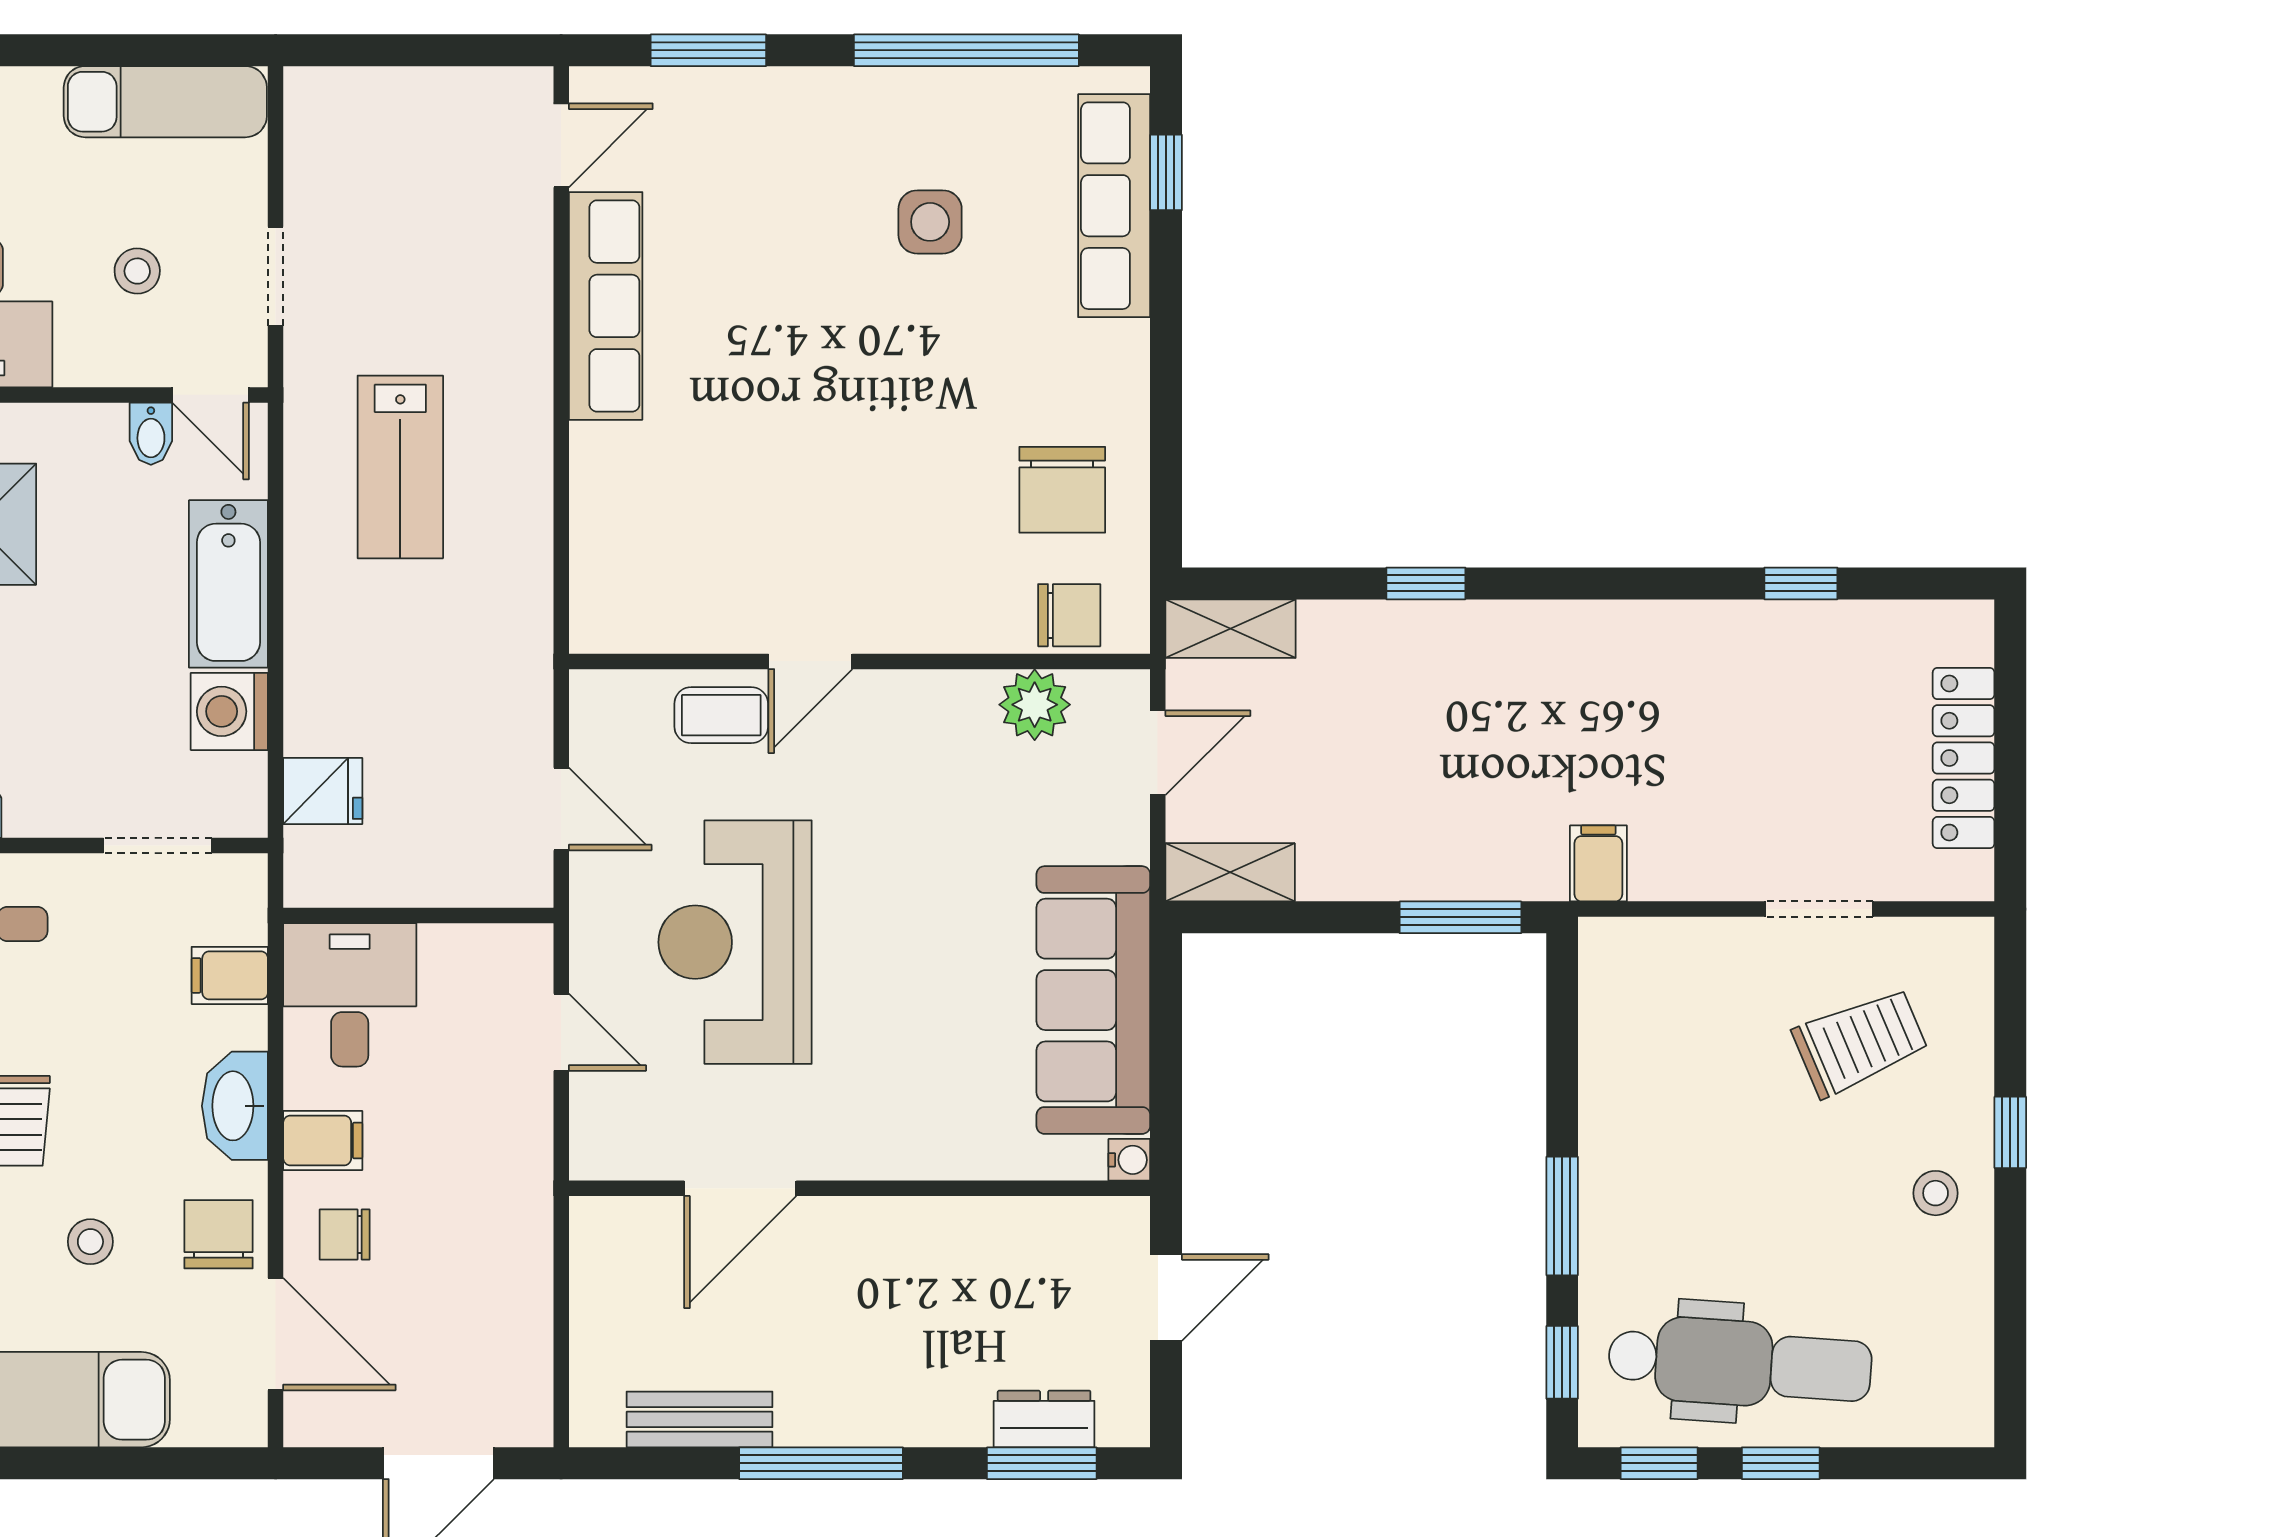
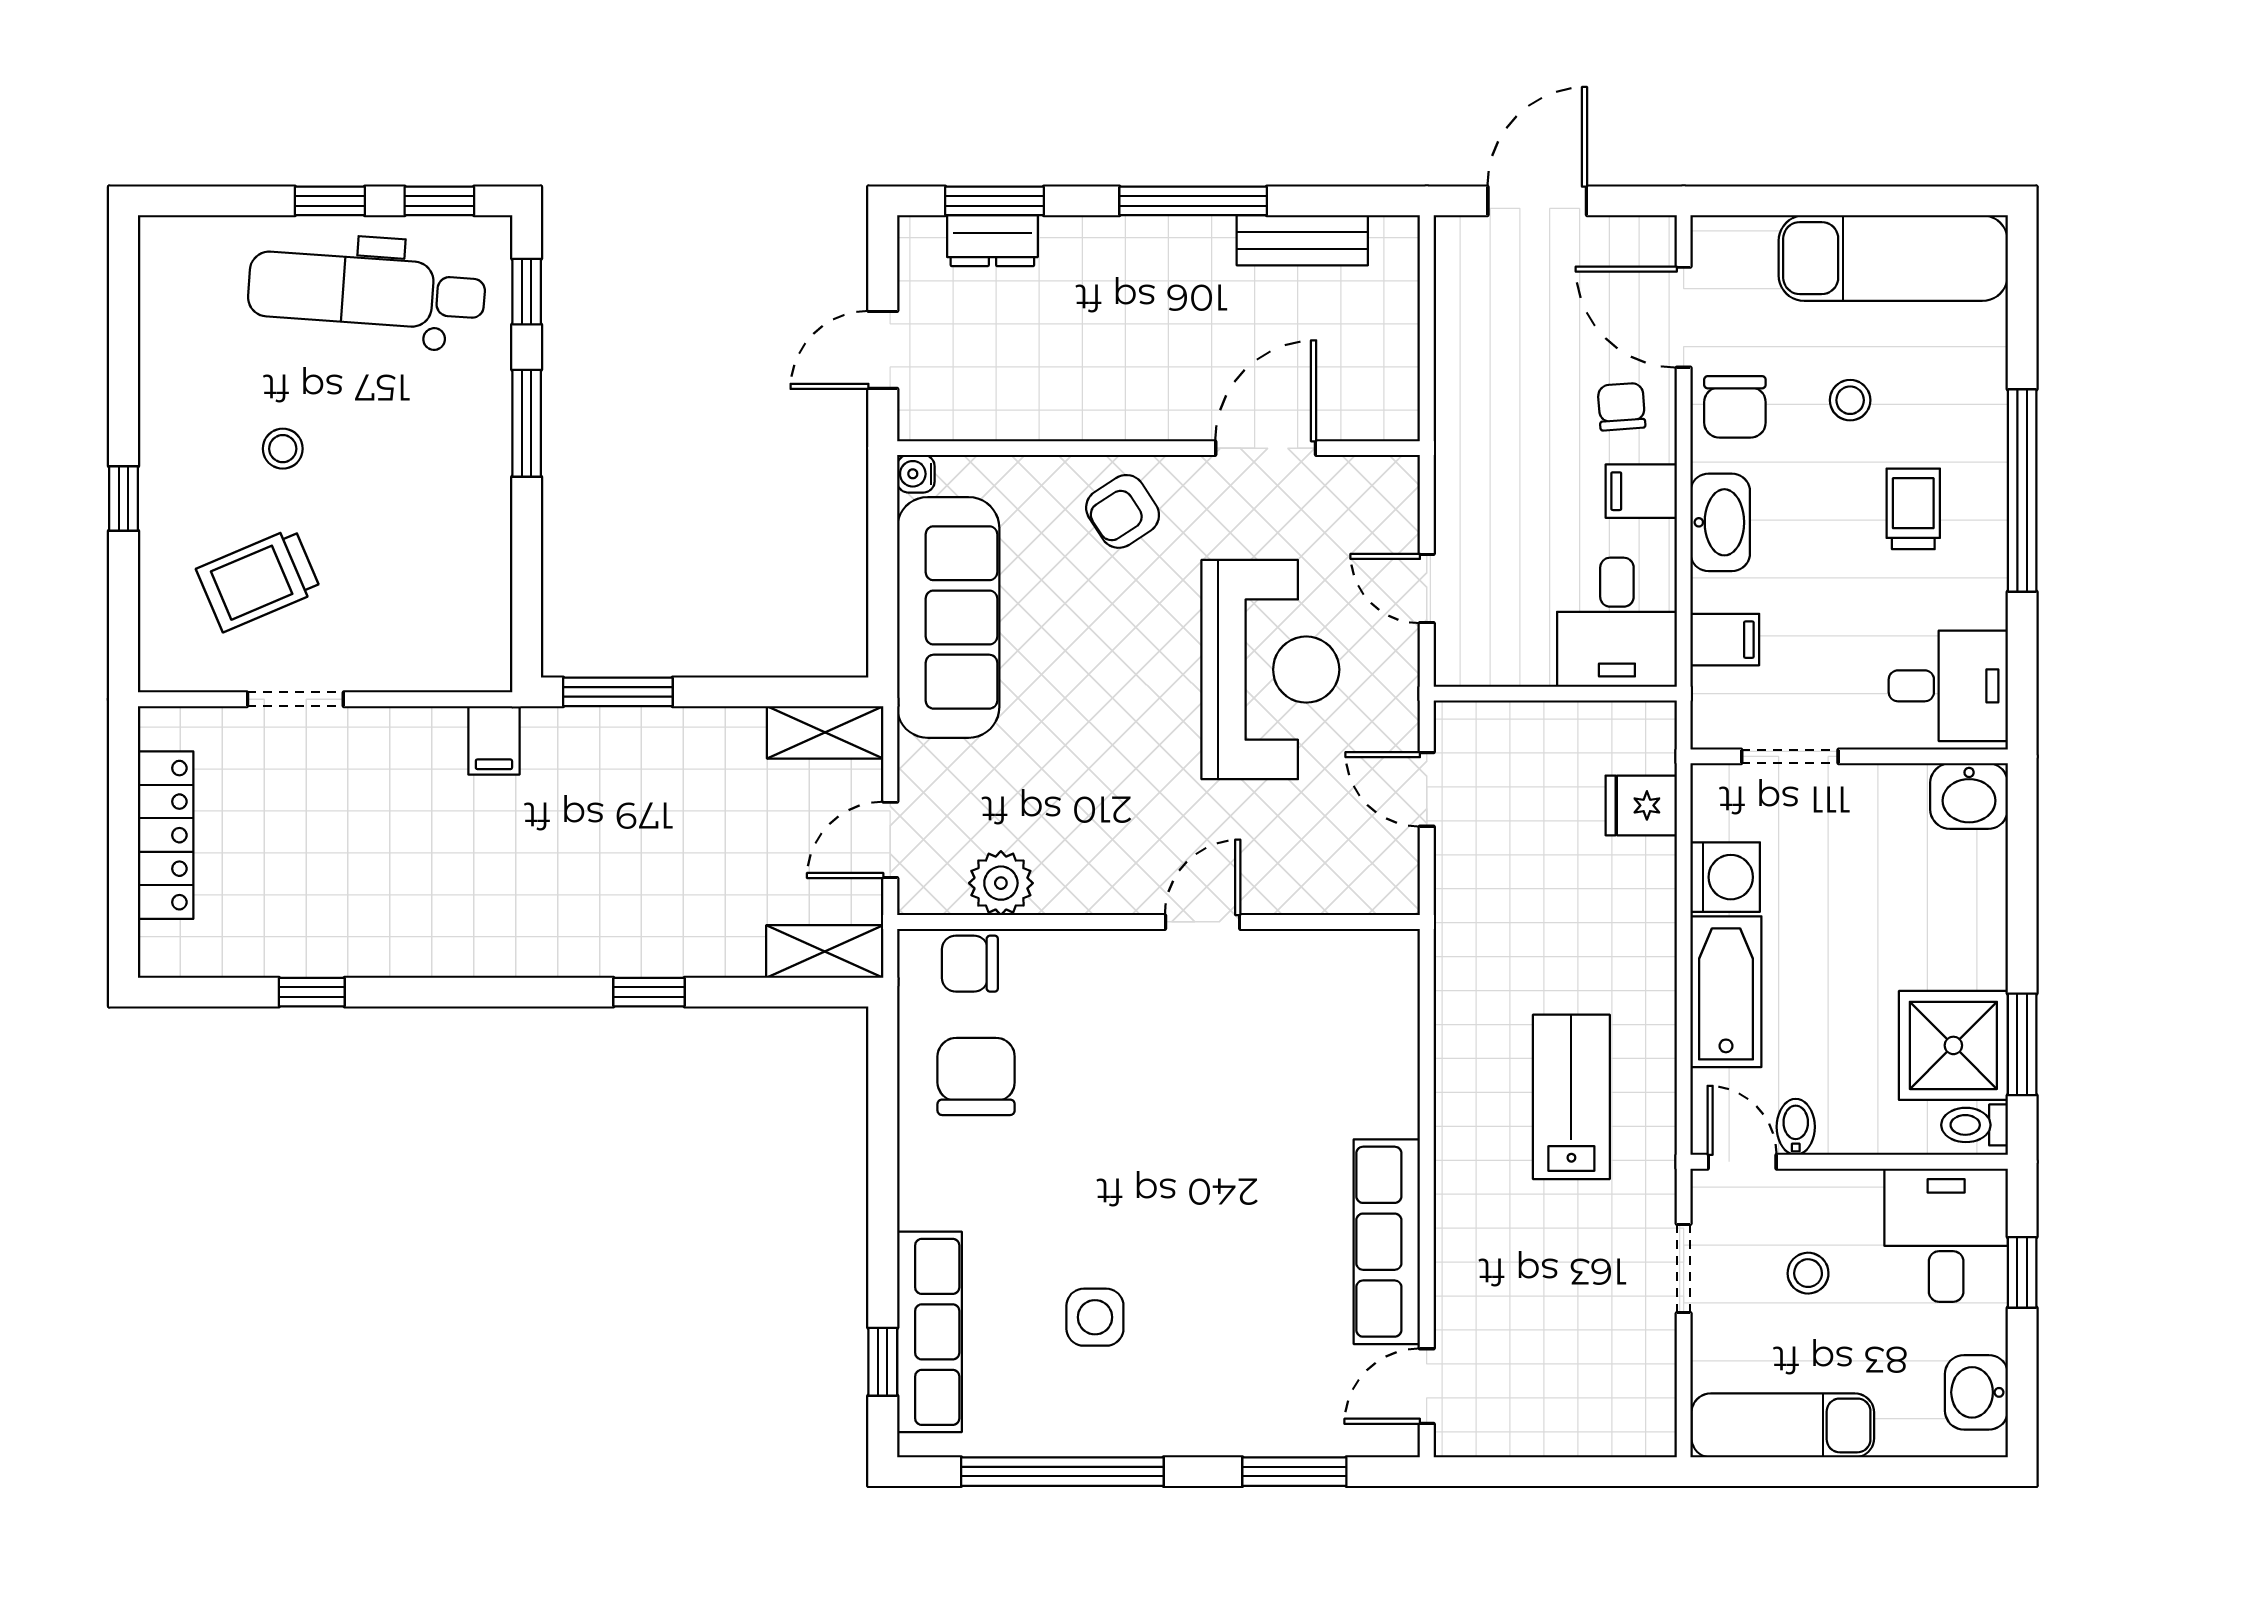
coffee table: (721, 715) -> (1283, 874), removed
armchair: (899, 1118) -> (1123, 511), added
stool: (1936, 1193) -> (283, 449), moved
chair: (345, 1234) -> (1622, 407), turned -94

